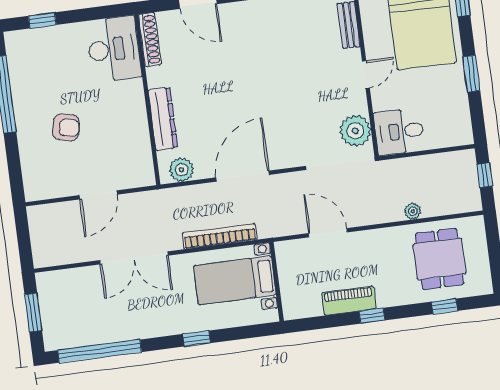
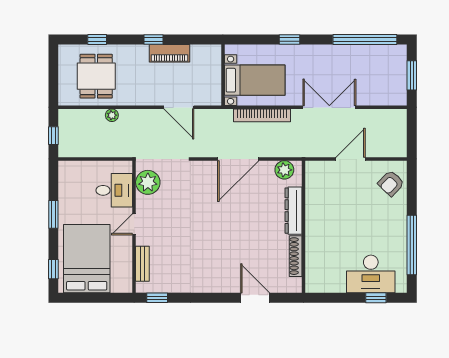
shoe rack: (150, 40) -> (296, 256), moved
desk: (114, 49) -> (371, 274), moved, turned -90
armchair: (66, 127) -> (391, 183), moved, turned -58
desk: (399, 132) -> (114, 190), moved

